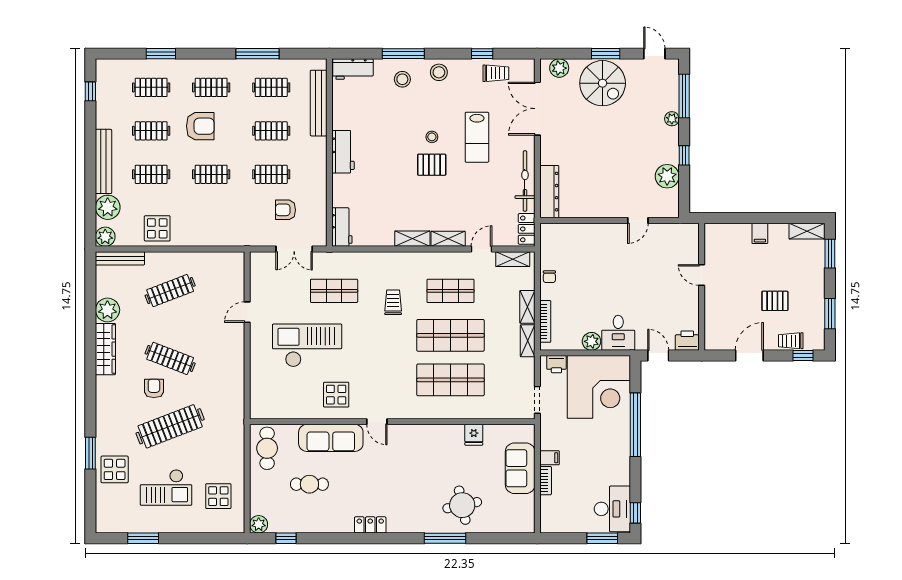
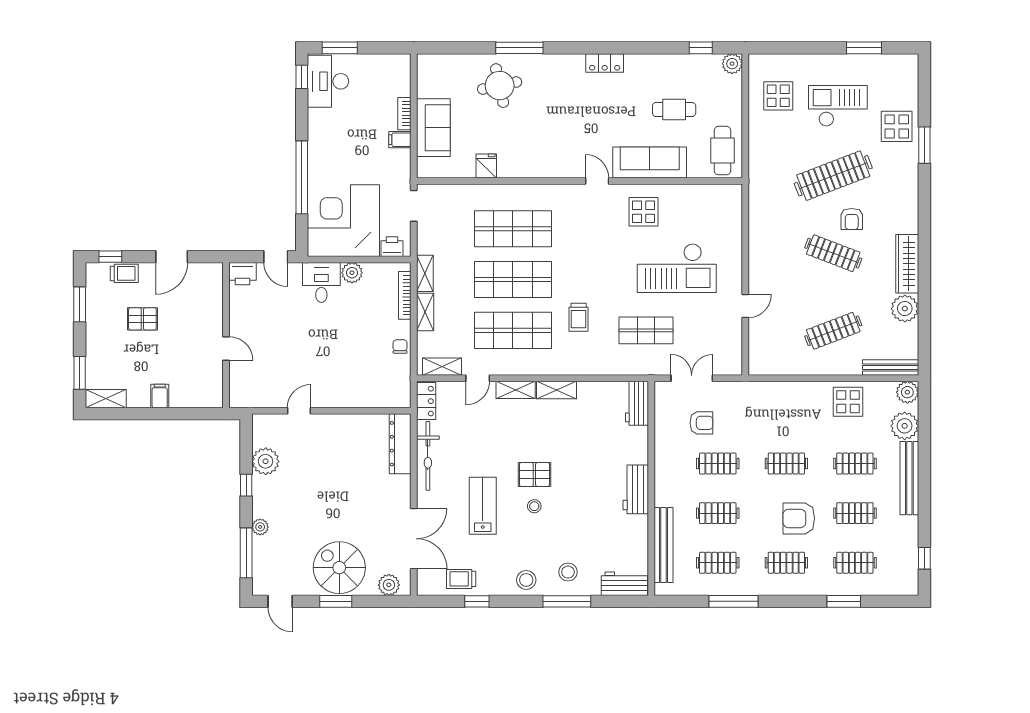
shop shelf: (450, 291) -> (513, 330), width x1.43, depth x1.36

